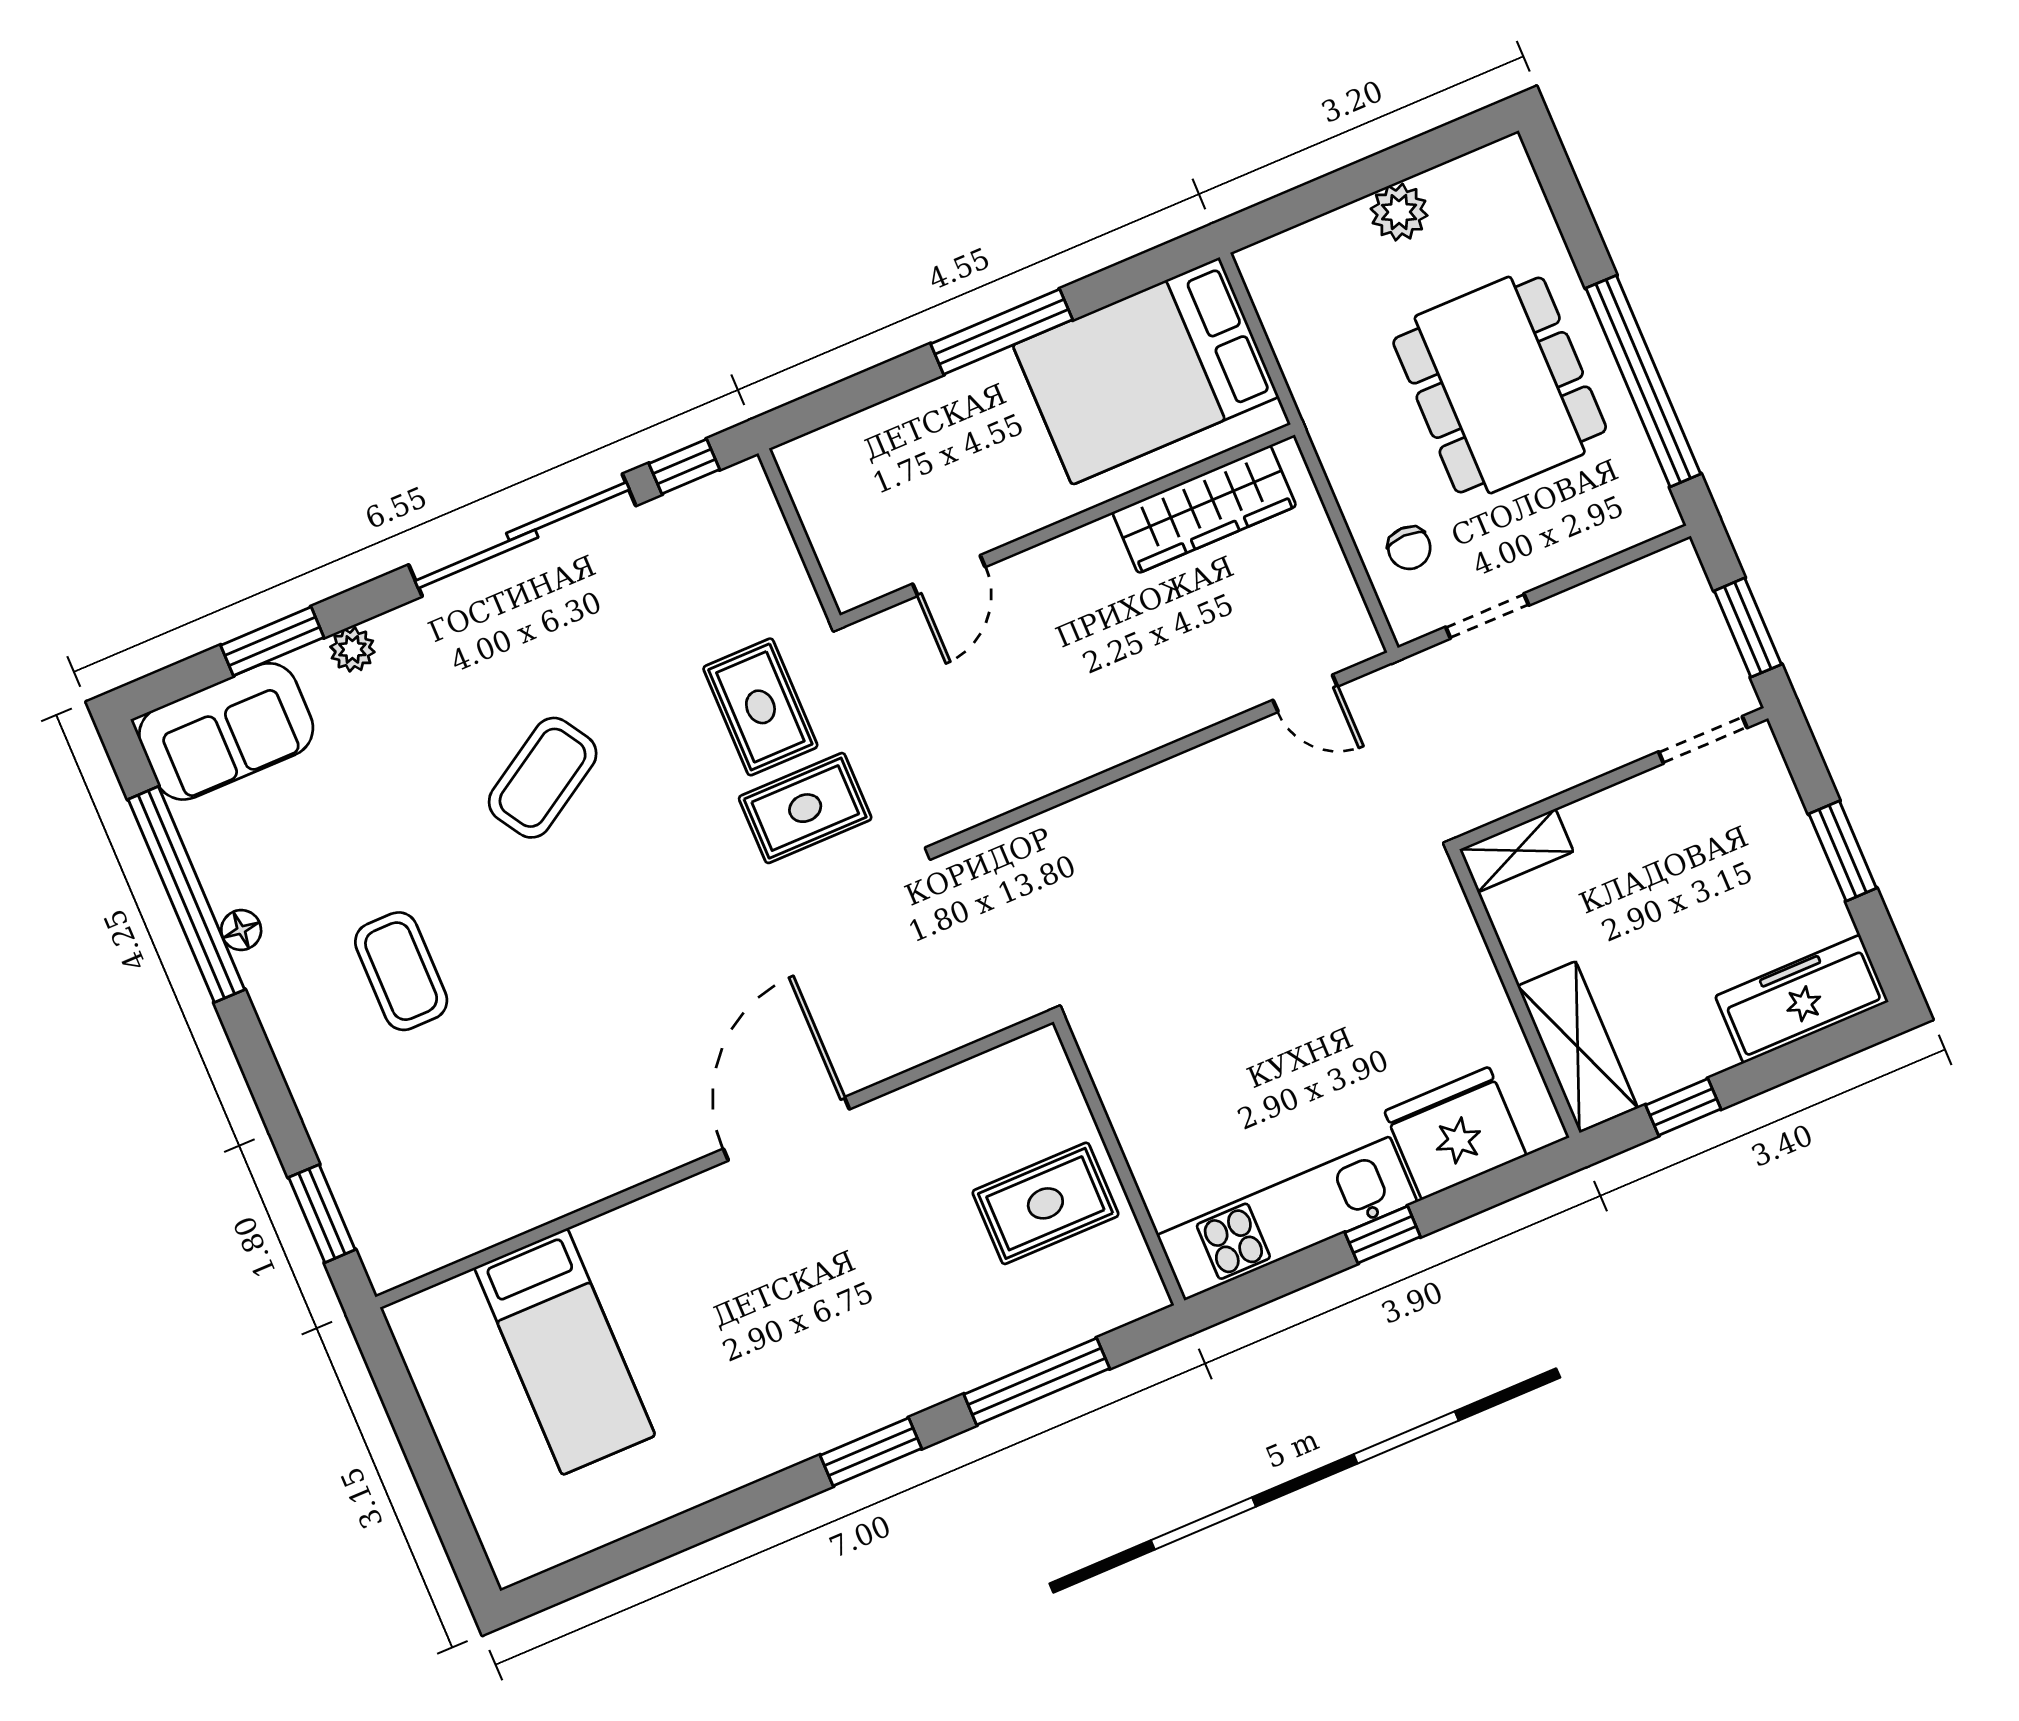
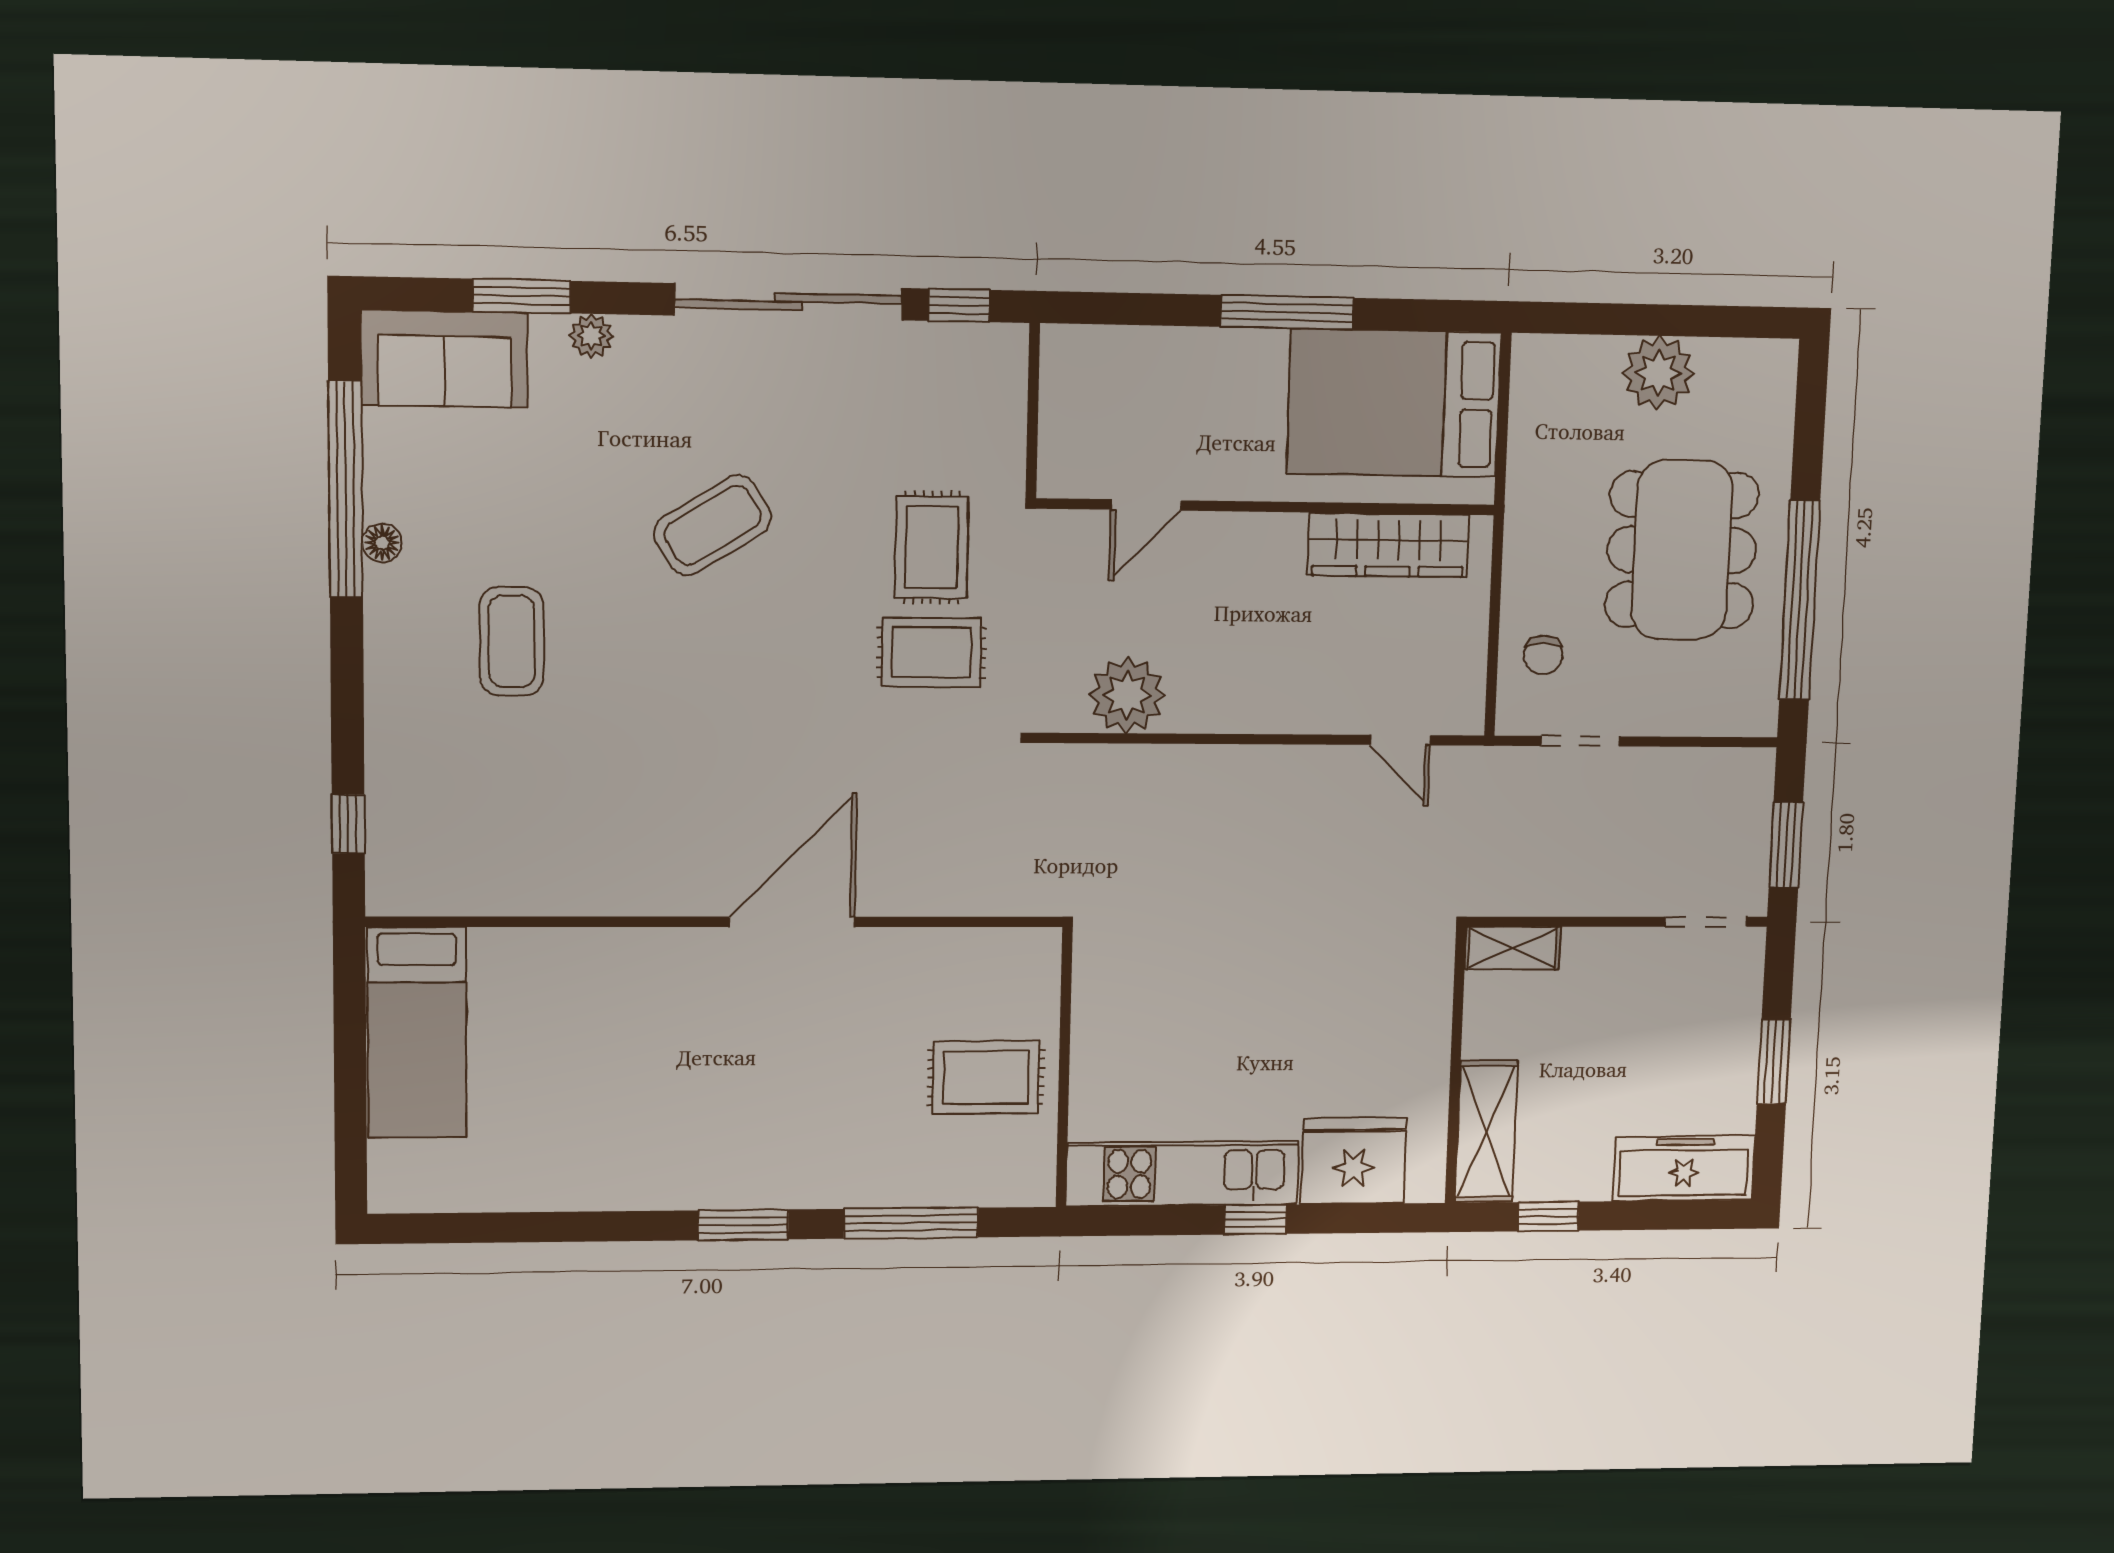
plant: (1399, 212) -> (1658, 373), width x1.36, depth x1.36
plant: (1014, 767) -> (1127, 695), added
window: (322, 1214) -> (348, 824), width x0.67
bed: (565, 1352) -> (417, 1033), moved

